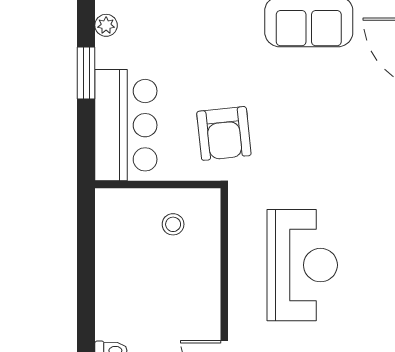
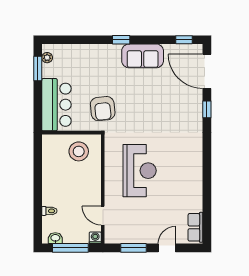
window: (86, 73) -> (38, 68), moved
stool: (173, 224) -> (79, 151), width x1.89, depth x1.89

